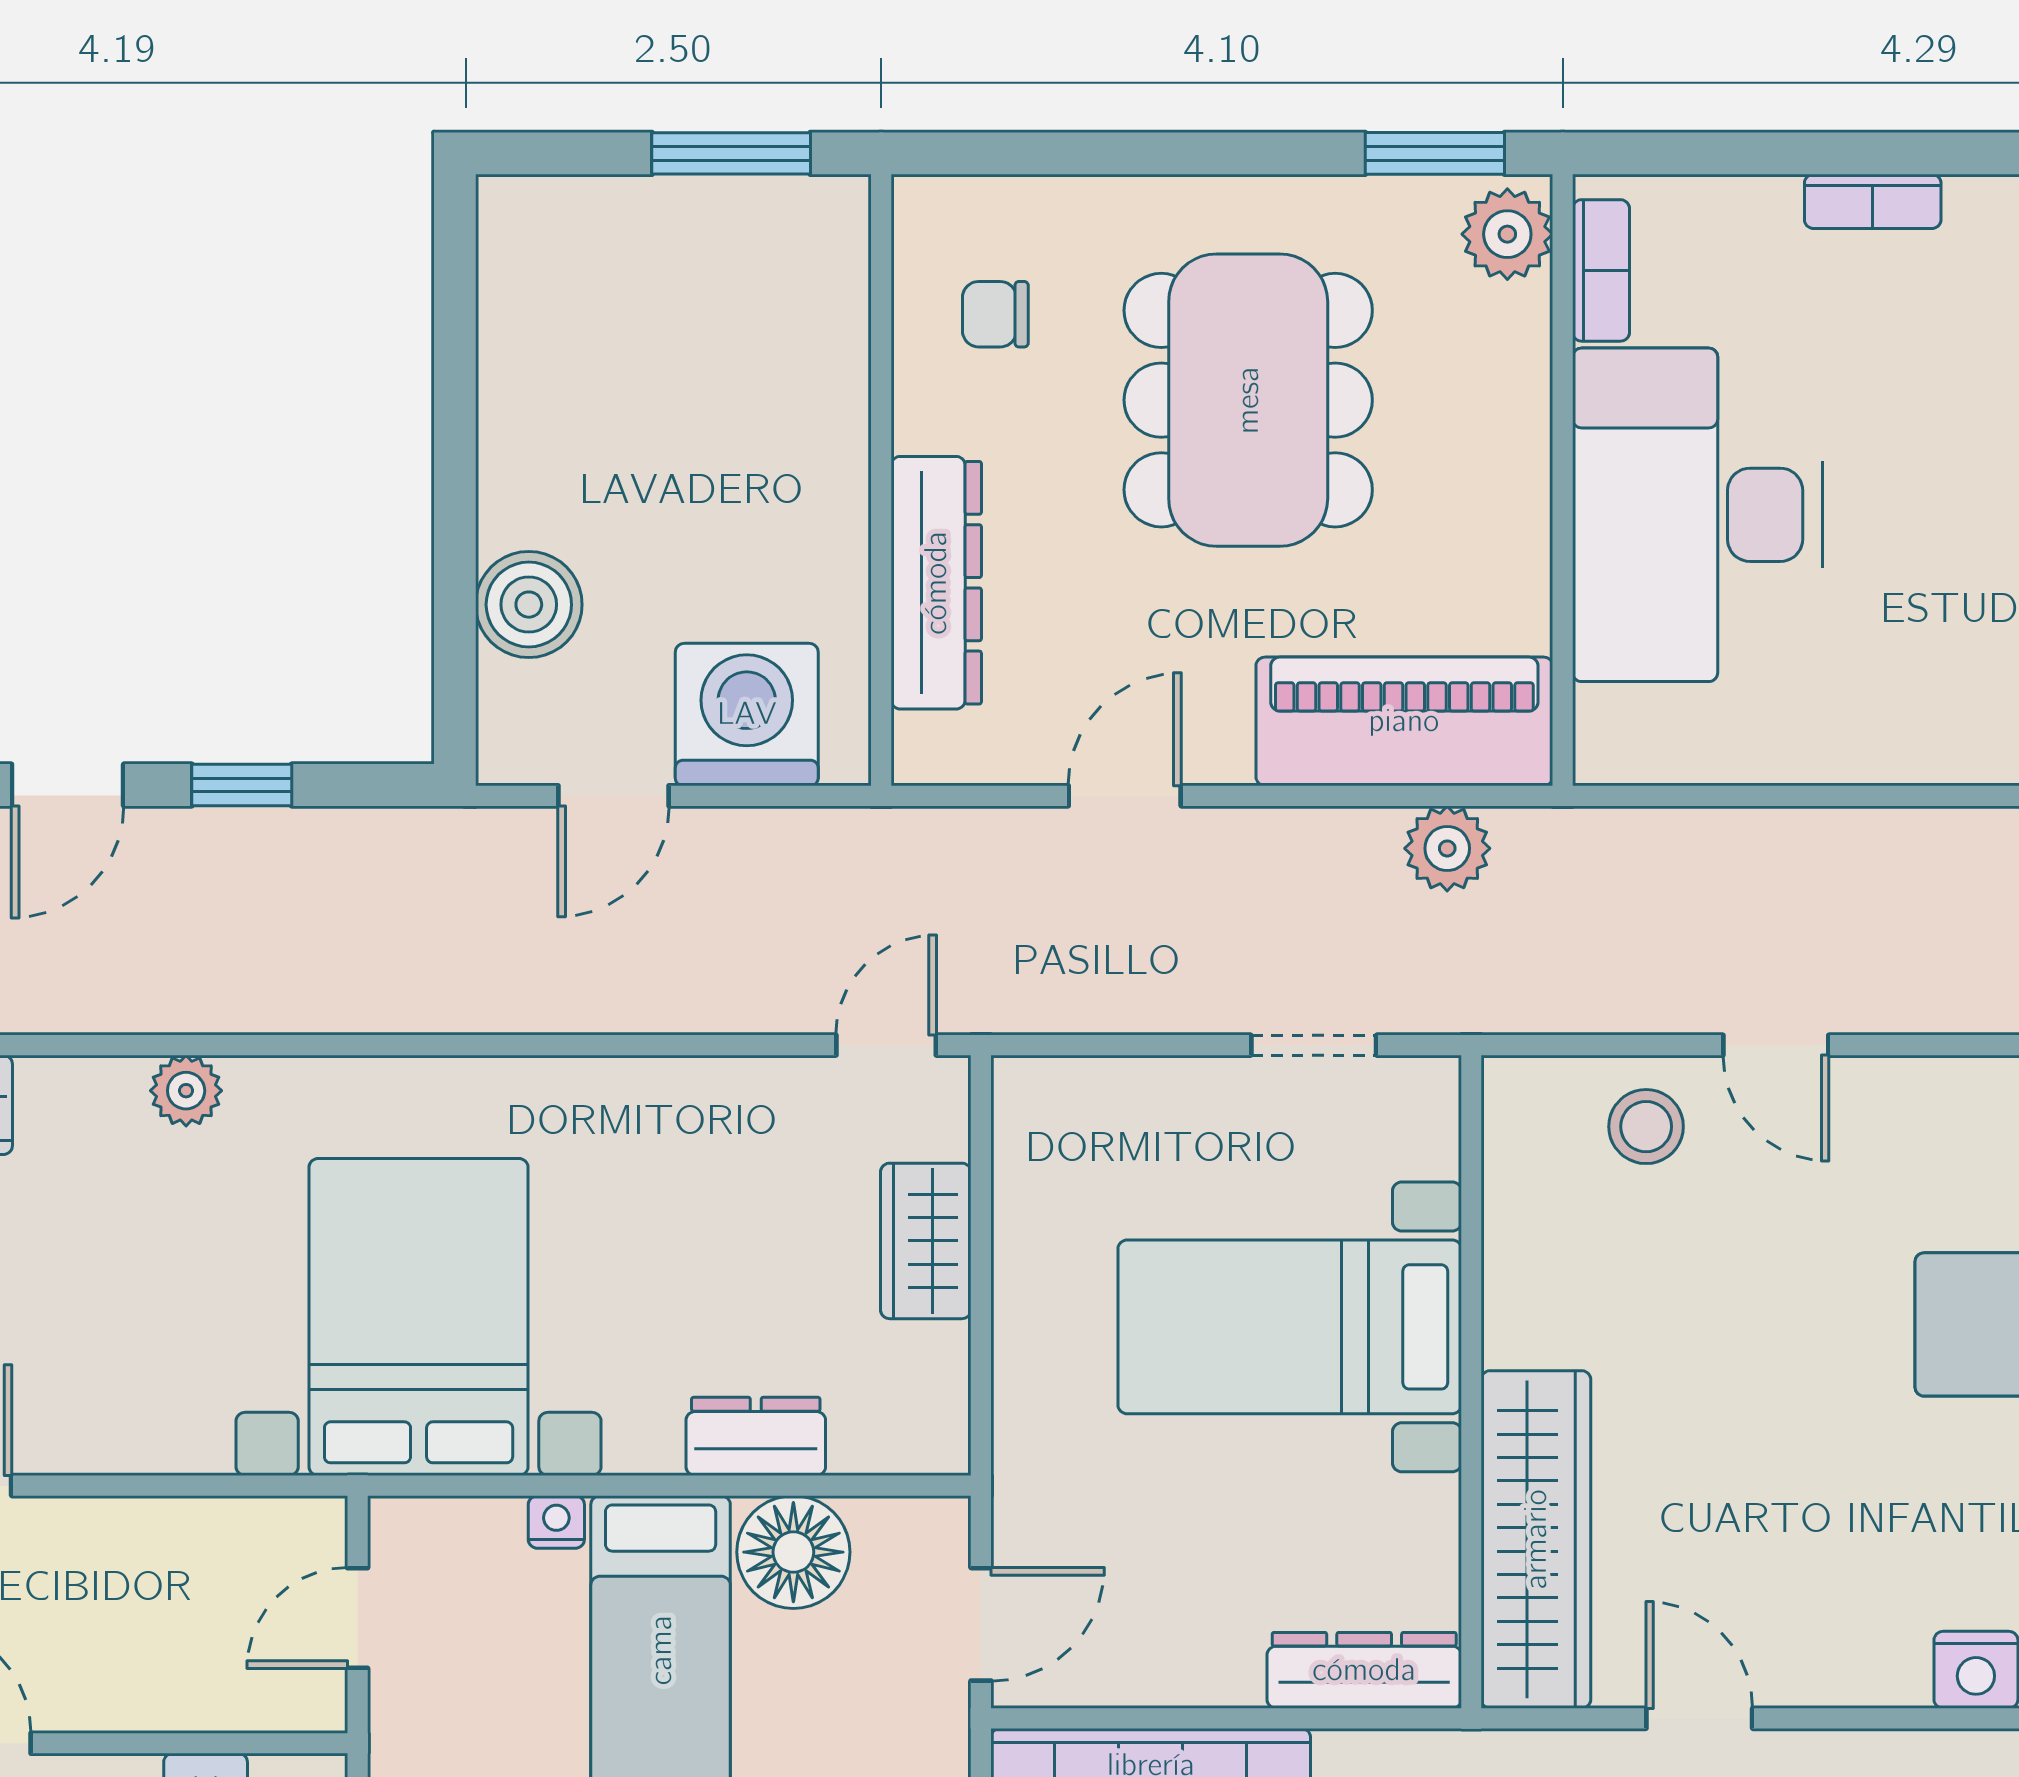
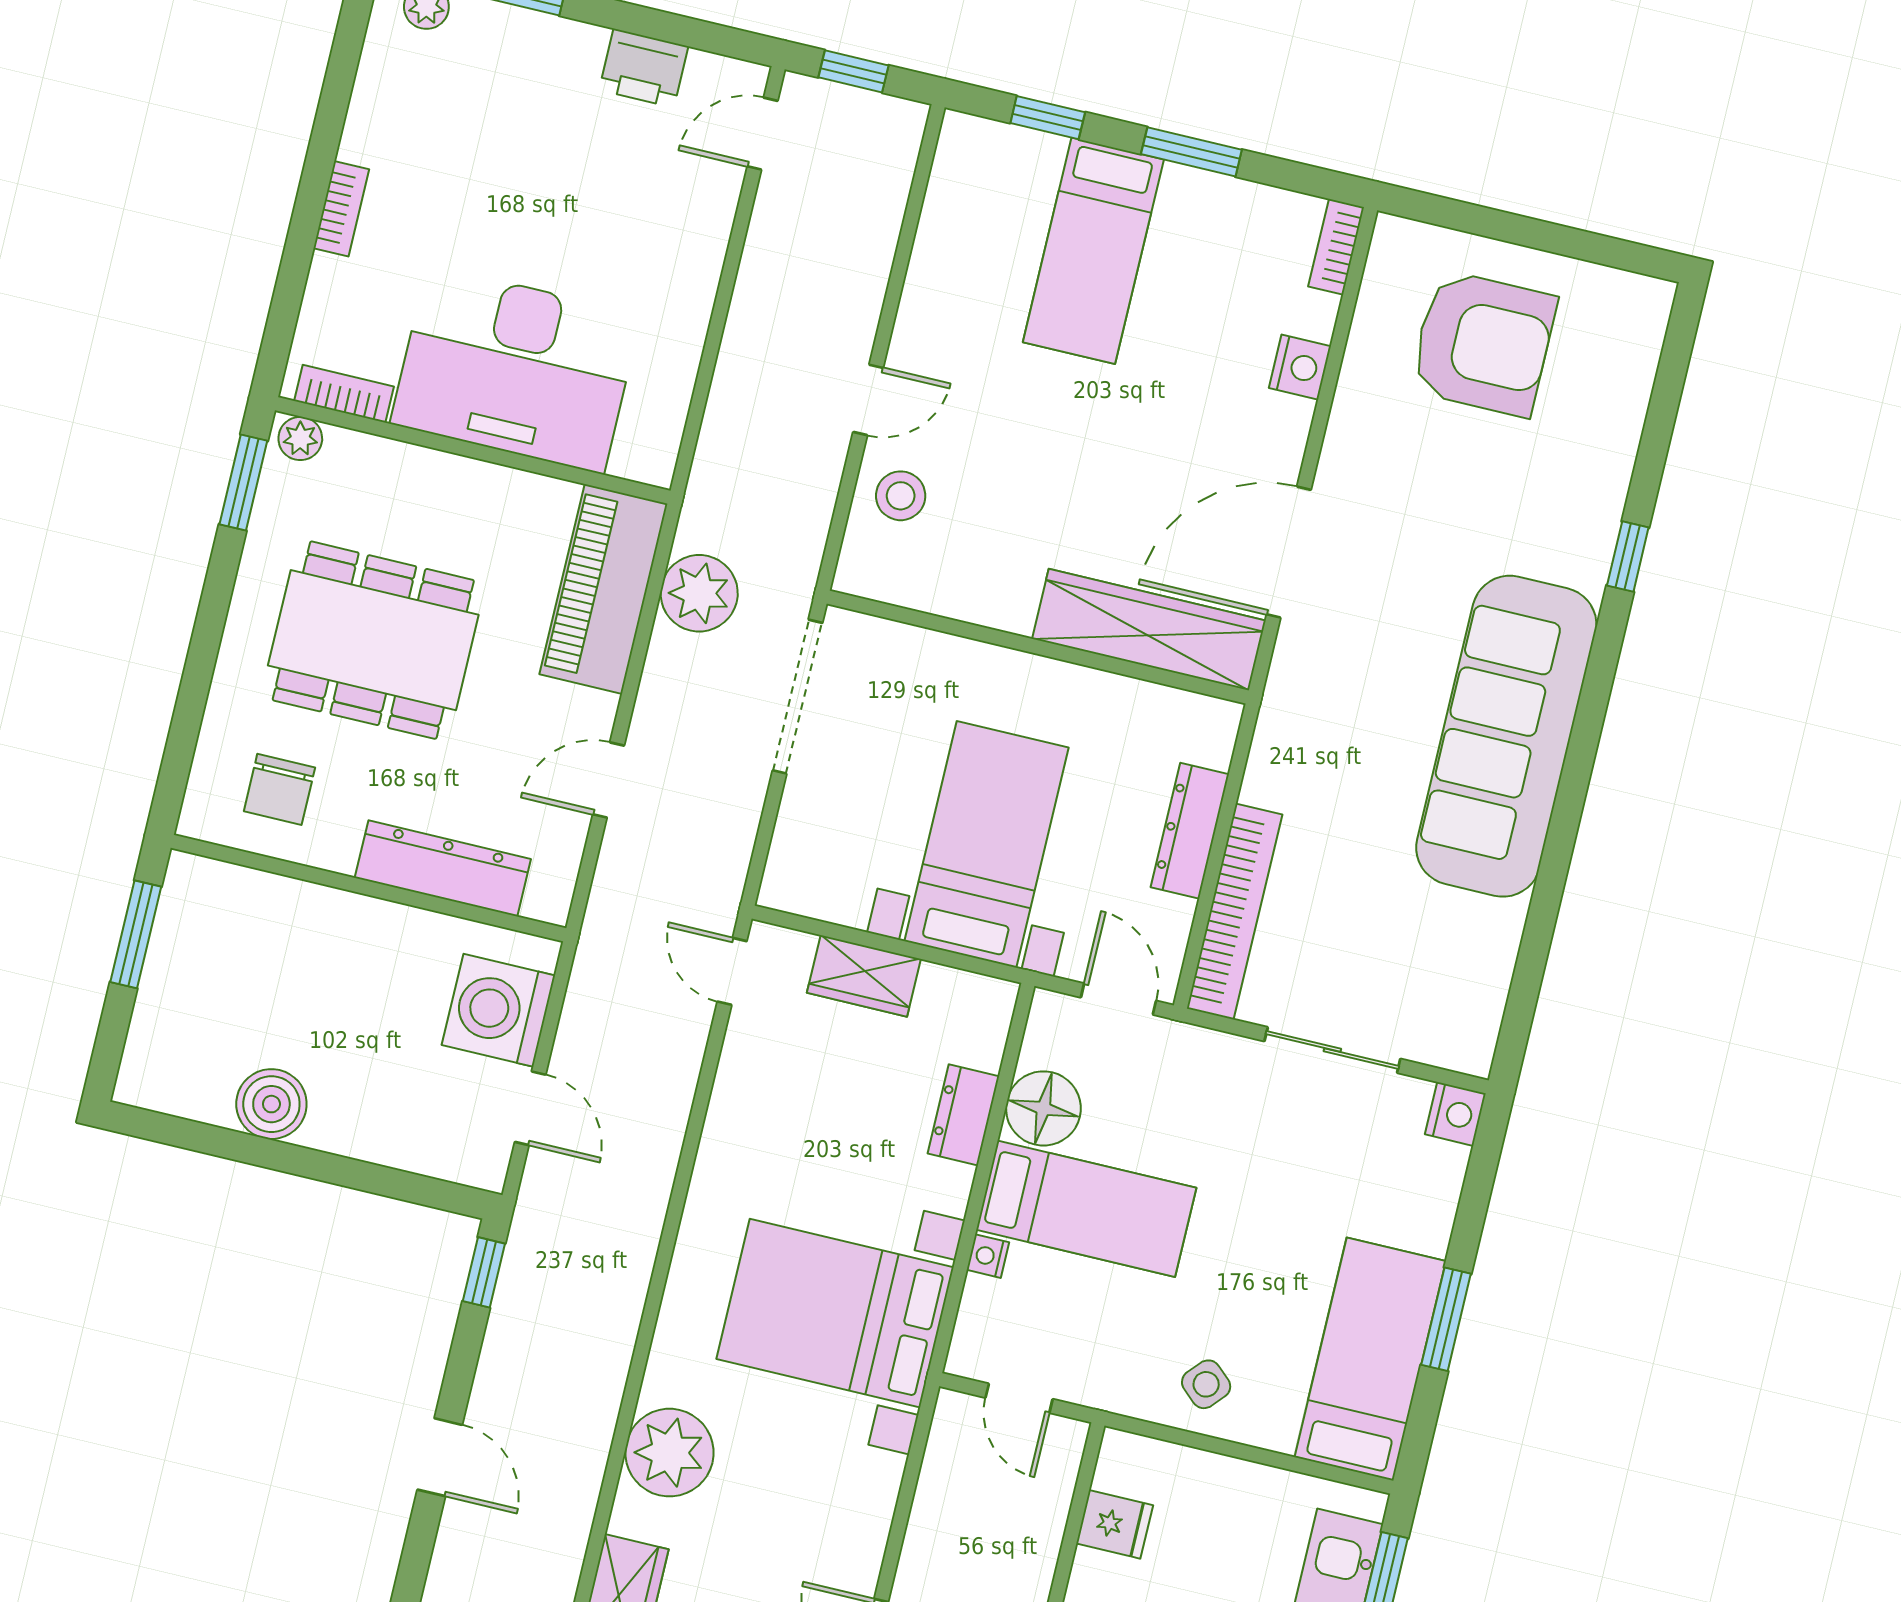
plant: (1507, 234) -> (300, 439), width x0.73, depth x0.73
chair: (995, 314) -> (279, 789), width x1.37, depth x1.37
boiler: (529, 605) -> (271, 1104), moved
window: (242, 785) -> (484, 1272), moved
door: (1125, 796) -> (608, 780), hinge flipped
plant: (1447, 848) -> (699, 593), width x1.36, depth x1.36
doorway: (1314, 1045) -> (798, 697), width x1.88
plant: (186, 1091) -> (669, 1453), width x1.87, depth x1.87
bed with nightstands: (1290, 1327) -> (987, 844), moved, turned 180
dresser: (1364, 1670) -> (1190, 831), moved
door: (1699, 1718) -> (1289, 552), width x1.88

